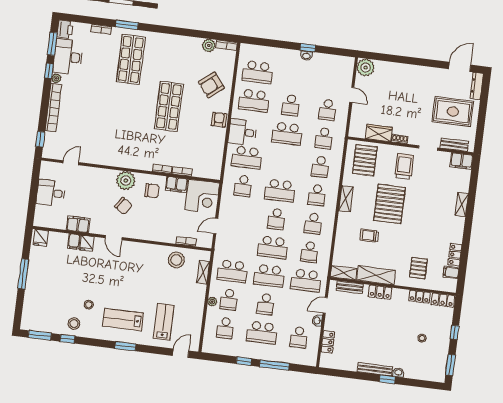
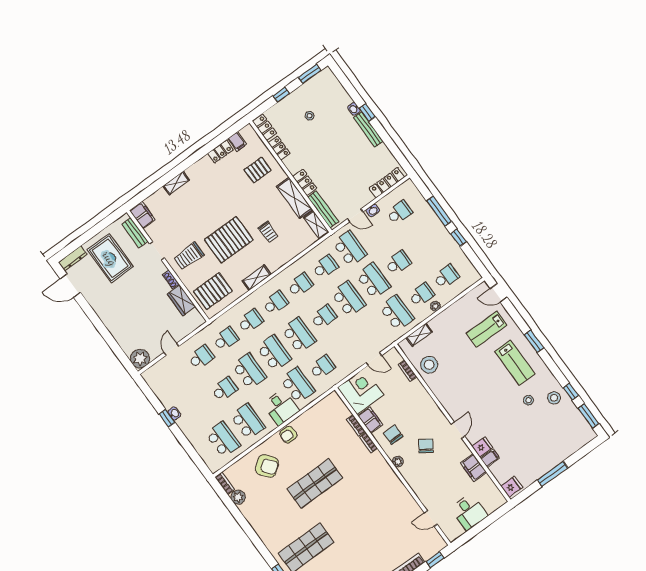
plant: (126, 181) -> (398, 462), width x0.53, depth x0.53
bench: (350, 287) -> (323, 209), width x1.36
school desk: (262, 333) -> (274, 353), moved
locker: (328, 342) -> (387, 183), width x1.53

